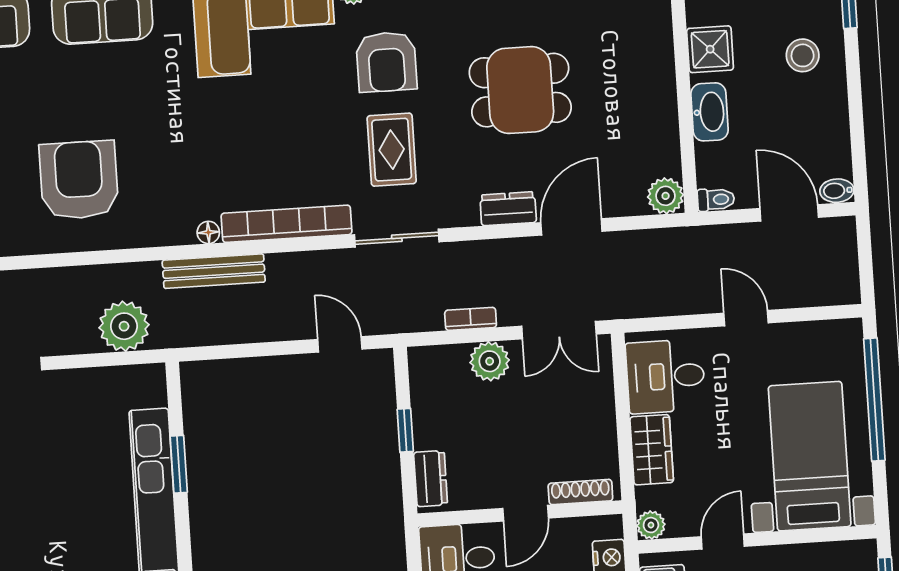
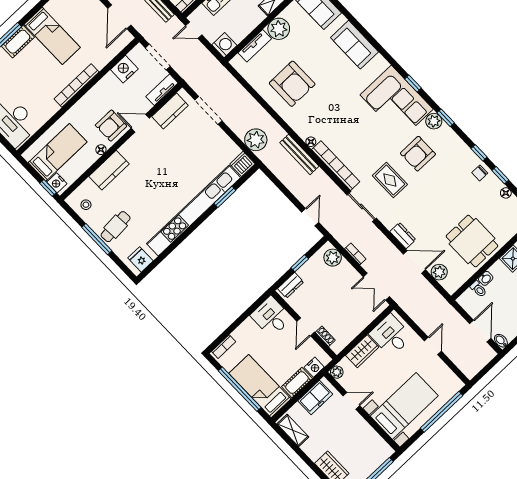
dining table: (520, 90) -> (472, 241), moved
washbasin: (709, 112) -> (486, 278), width x0.52, depth x0.69
rug: (392, 150) -> (390, 180), turned 90
armchair: (79, 180) -> (292, 84), turned 90
plant: (666, 196) -> (439, 272), moved
toilet: (716, 200) -> (478, 289), moved
plant: (490, 361) -> (333, 258), moved
dishwasher: (147, 385) -> (242, 164), added
shoe rack: (580, 492) -> (325, 336), width x0.70
door: (526, 513) -> (306, 327), hinge flipped

